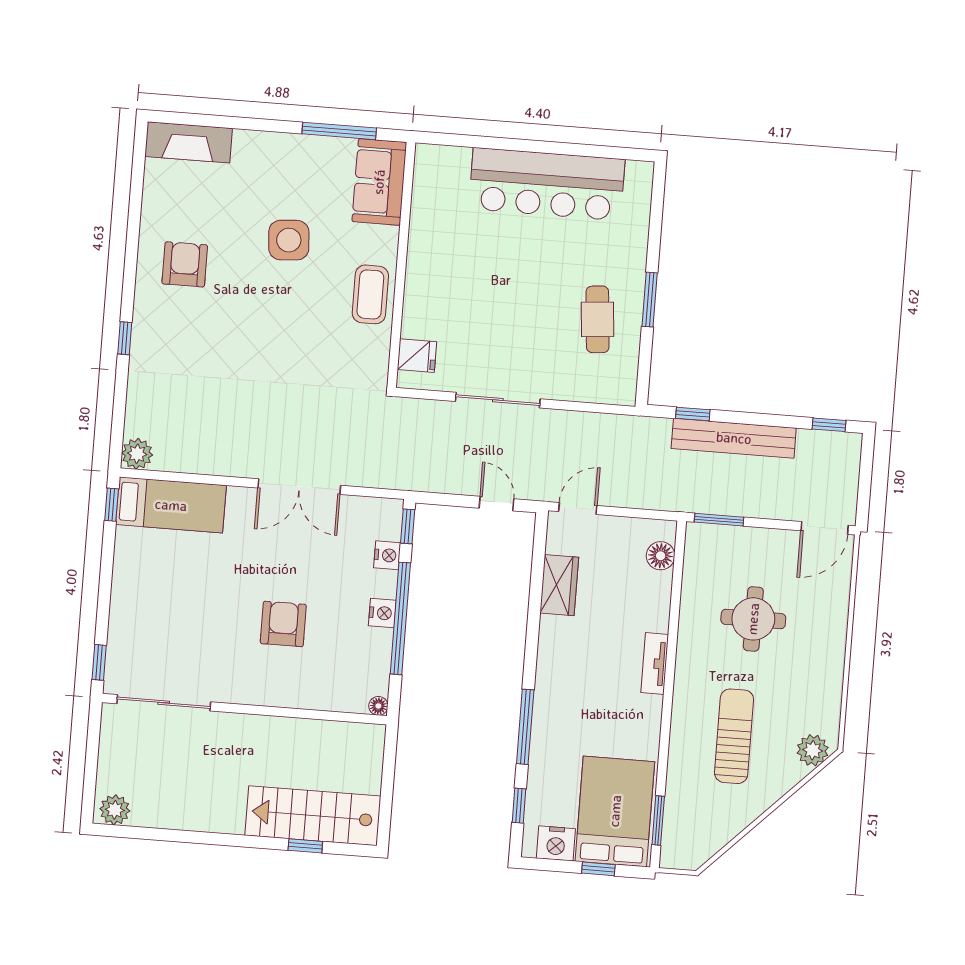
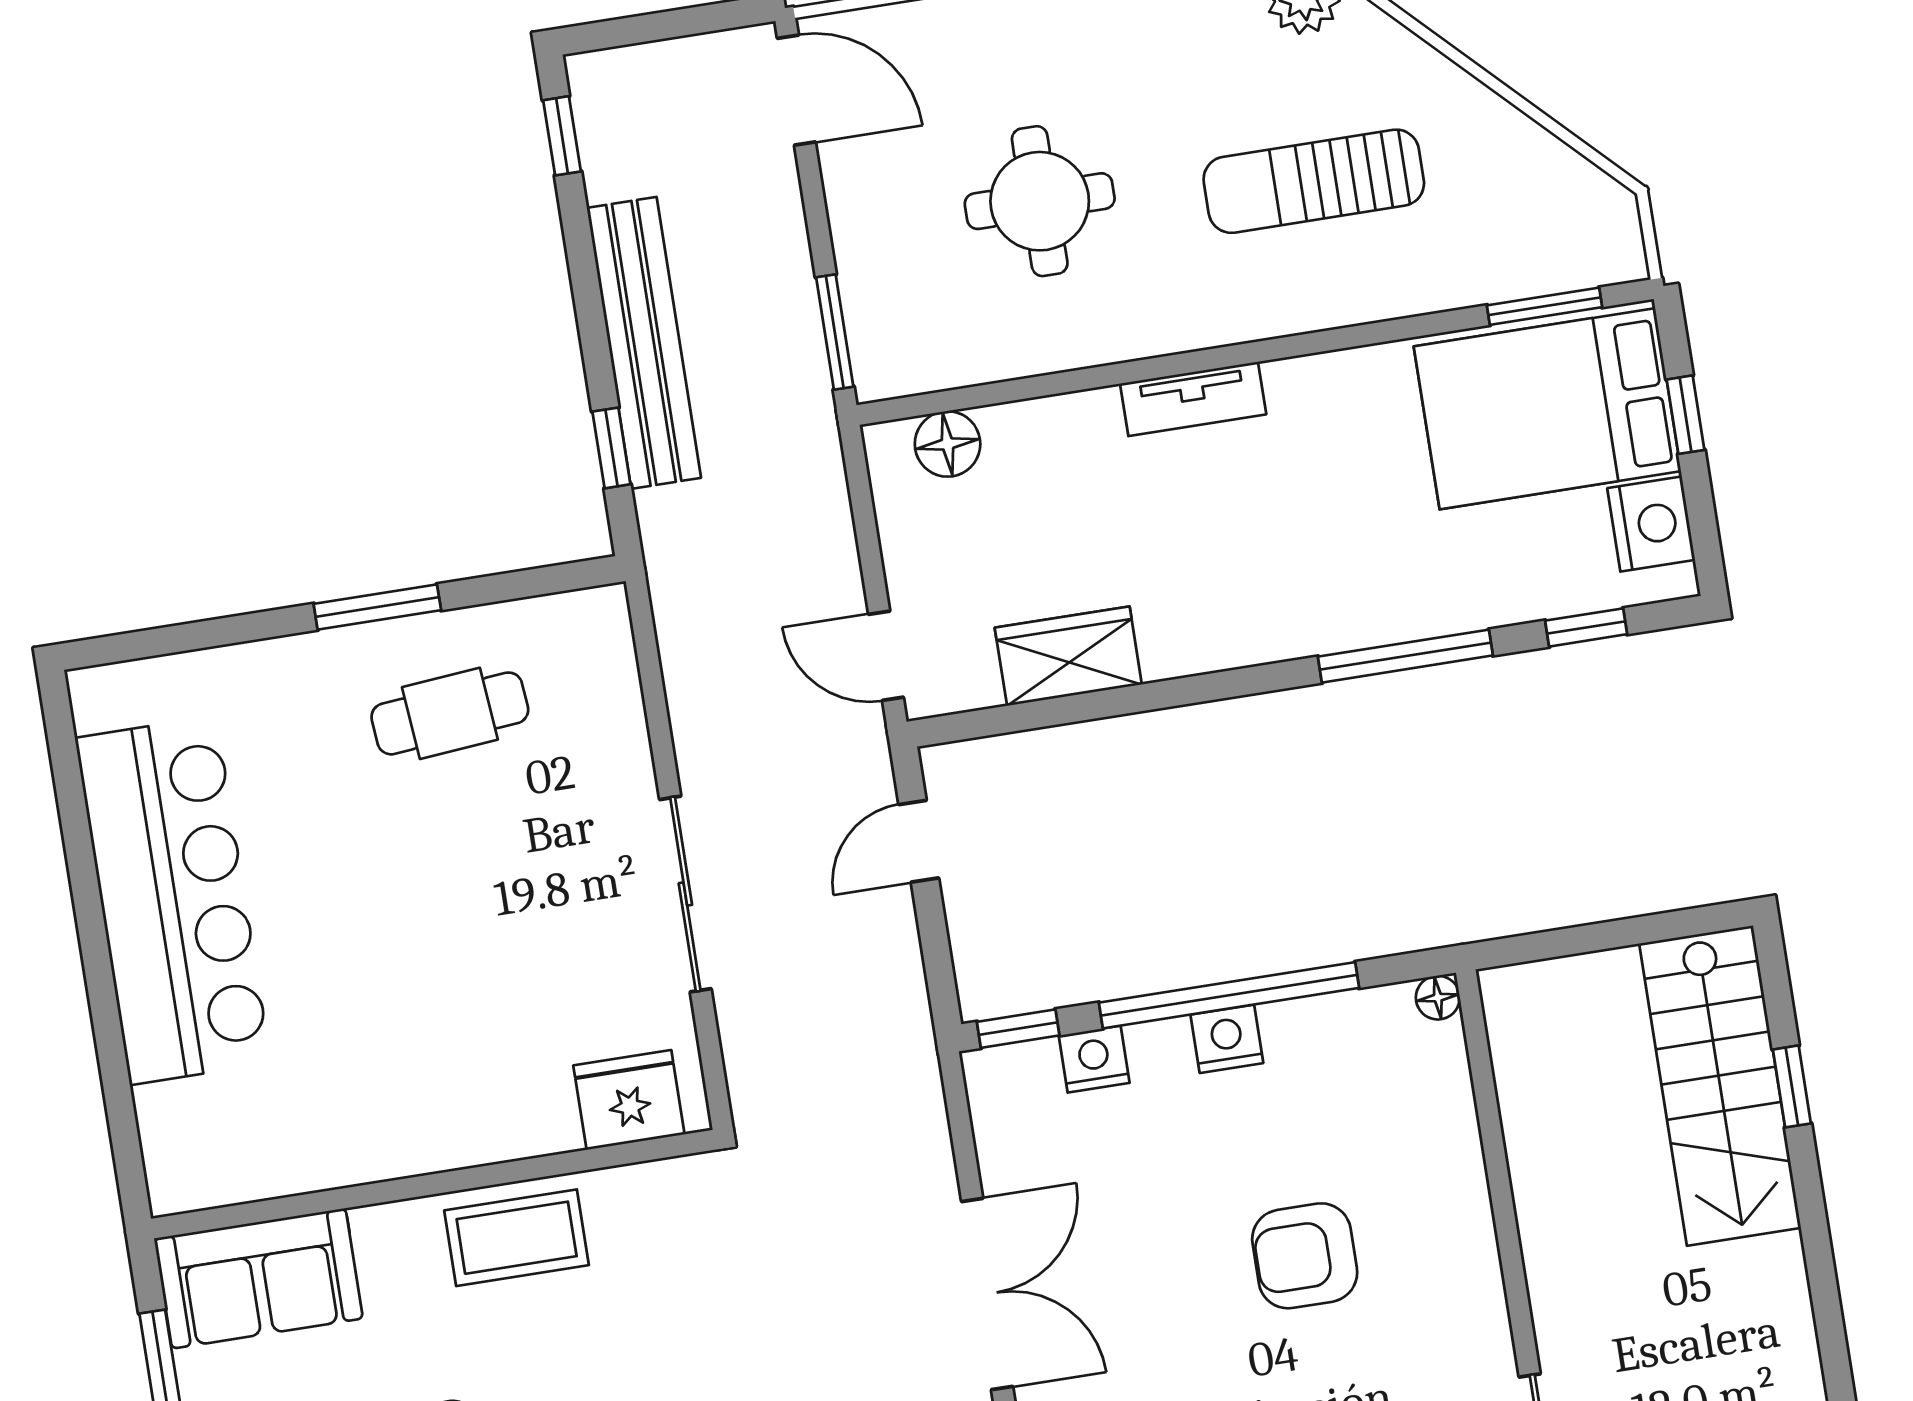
fridge: (417, 356) -> (629, 1100), width x1.38

